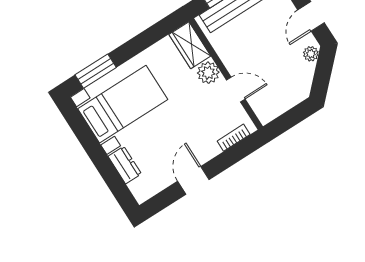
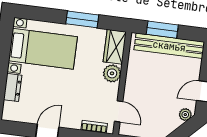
window: (96, 71) -> (82, 19), moved
door: (236, 90) -> (119, 111), moved

